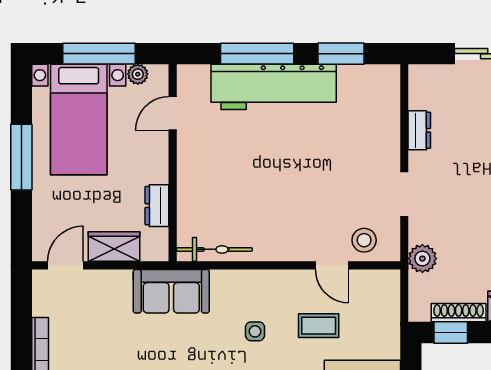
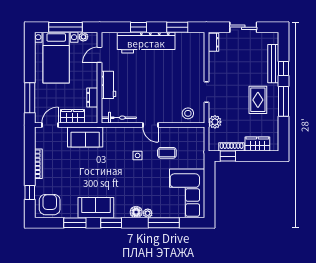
window: (257, 54) -> (139, 27), width x0.46
dresser: (419, 130) -> (213, 42), moved
window: (21, 157) -> (30, 98), moved
workbench: (192, 179) -> (108, 85), added
door: (332, 265) -> (150, 125), moved
sofa: (171, 291) -> (85, 137), moved

